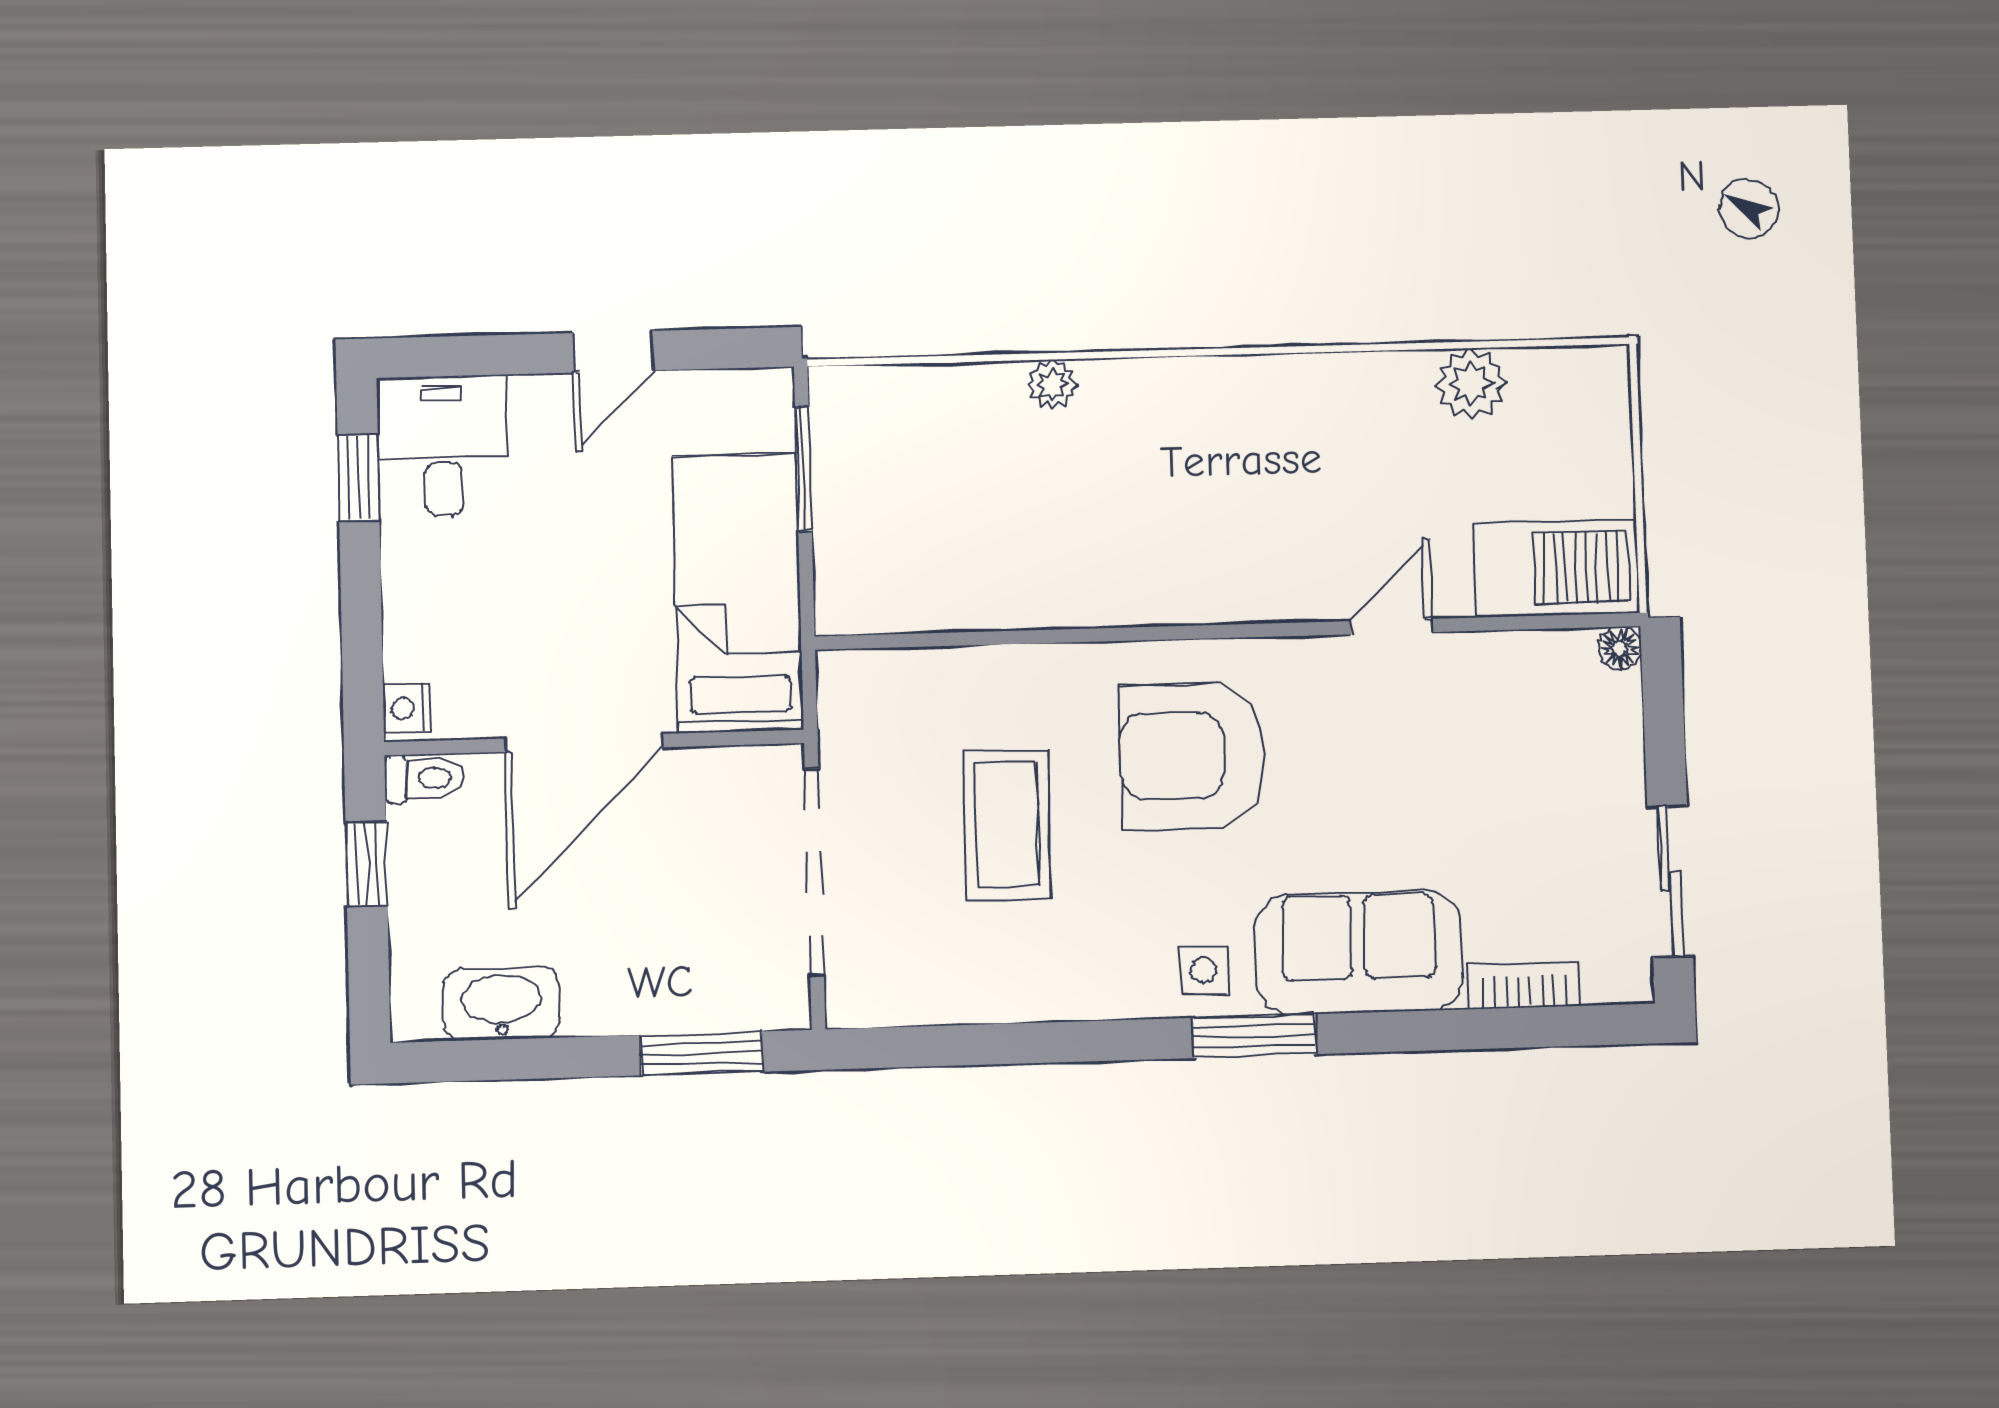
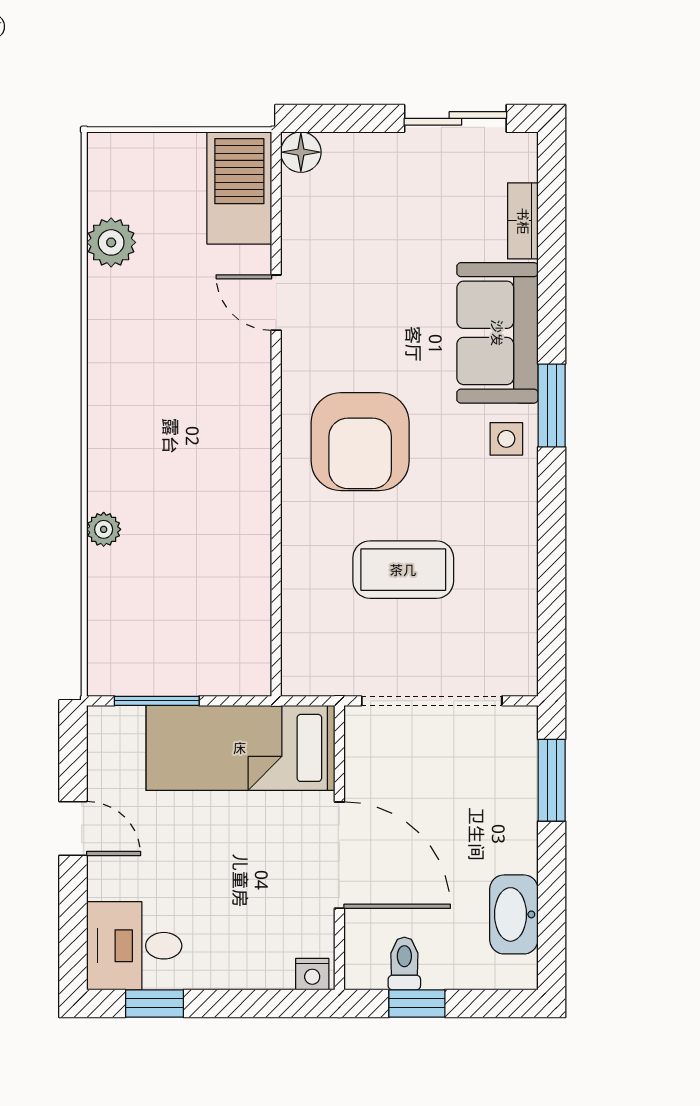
floor lamp: (1620, 648) -> (301, 152), width x1.37, depth x1.37
toilet: (424, 778) -> (404, 964), moved

